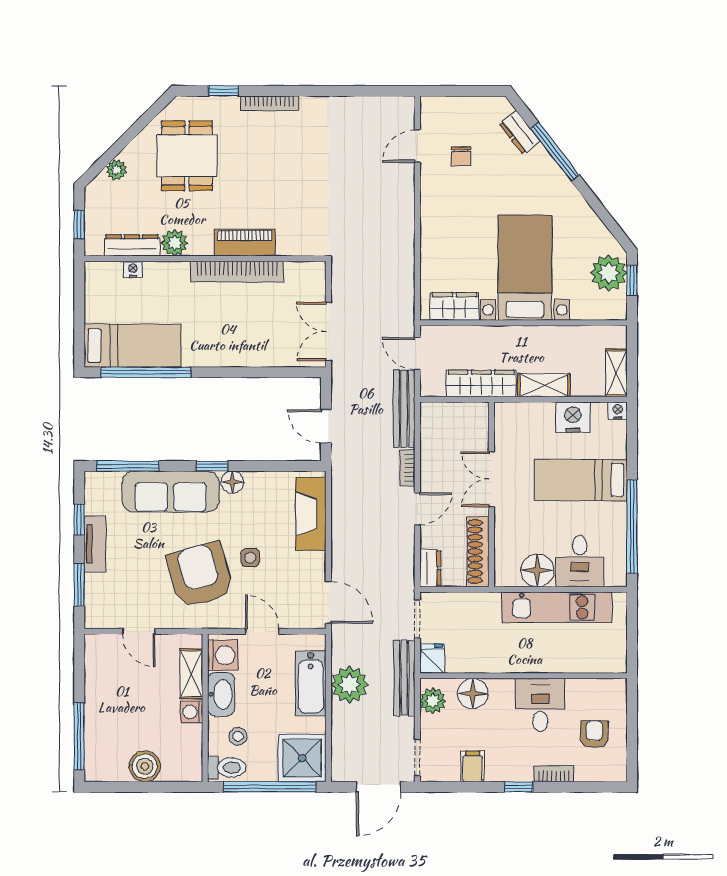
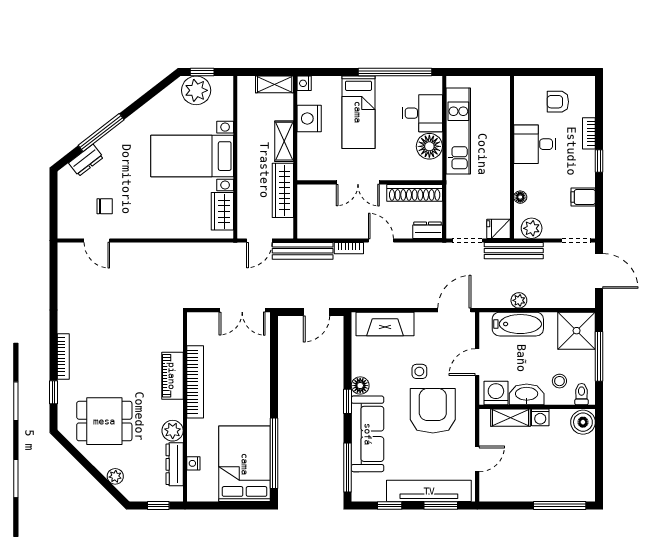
bed: (132, 346) -> (245, 464), width x1.50
tv unit: (95, 544) -> (429, 491), width x1.92, depth x1.29
armchair: (200, 575) -> (433, 411), turned 106
plant: (350, 685) -> (519, 300), width x0.53, depth x0.53
floor lamp: (473, 693) -> (520, 197), width x0.53, depth x0.53
boiler: (145, 766) -> (583, 422), moved
toilet: (227, 768) -> (582, 394), width x0.73, depth x0.72
window: (269, 787) -> (599, 356), width x0.68

